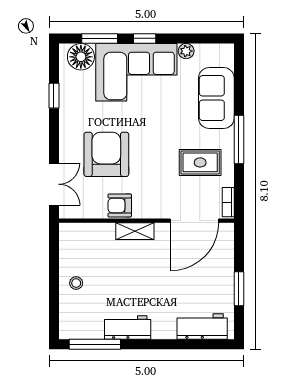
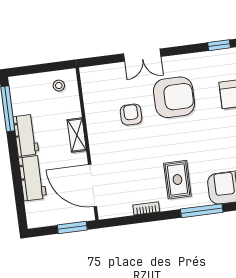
wall: (146, 221) -> (87, 144), moved
door: (194, 221) -> (93, 185), moved
shelving: (135, 231) -> (77, 135), moved
workbench: (202, 327) -> (32, 178), moved

